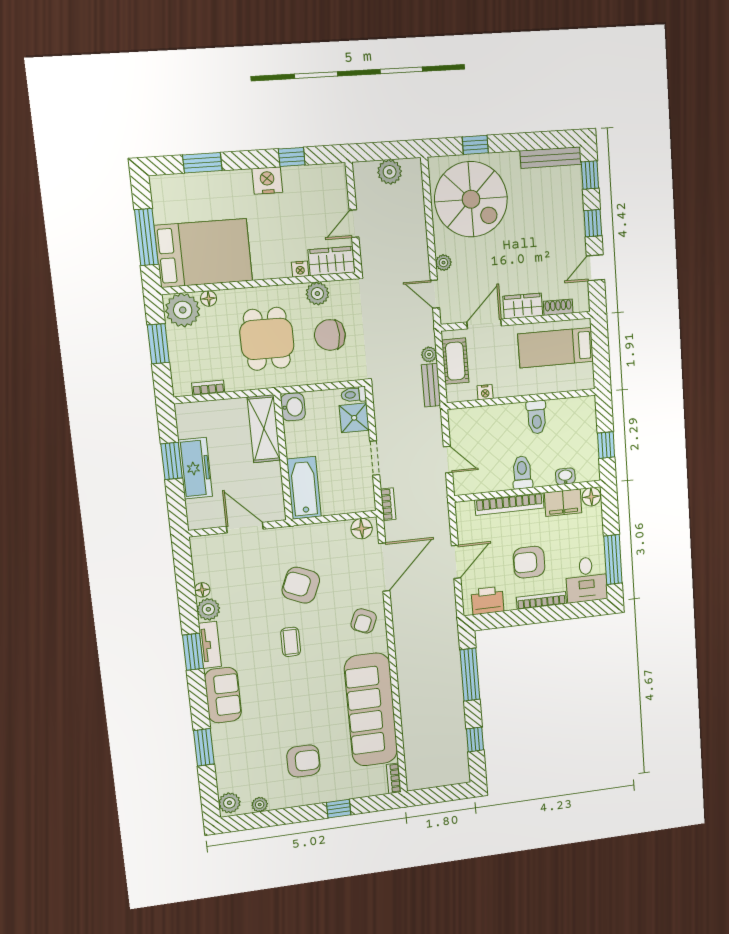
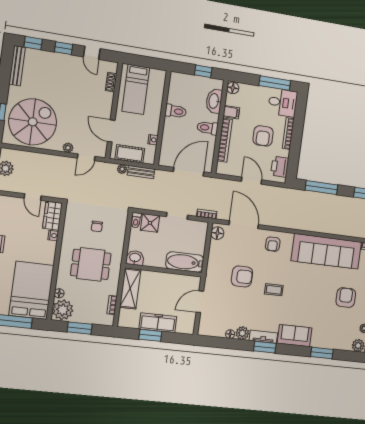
plant: (317, 294) -> (70, 228), removed
wardrobe: (523, 306) -> (105, 104), removed
chair: (330, 335) -> (97, 226), width x0.54, depth x0.54
shelving: (264, 429) -> (130, 288), moved, turned 90
door: (448, 460) -> (189, 172), width x1.87
washbasin: (565, 476) -> (214, 101), width x1.91, depth x1.45
filing cabinet: (563, 503) -> (231, 112), width x0.50
armchair: (301, 585) -> (242, 276), turned -113
armchair: (364, 621) -> (273, 244), turned 67

